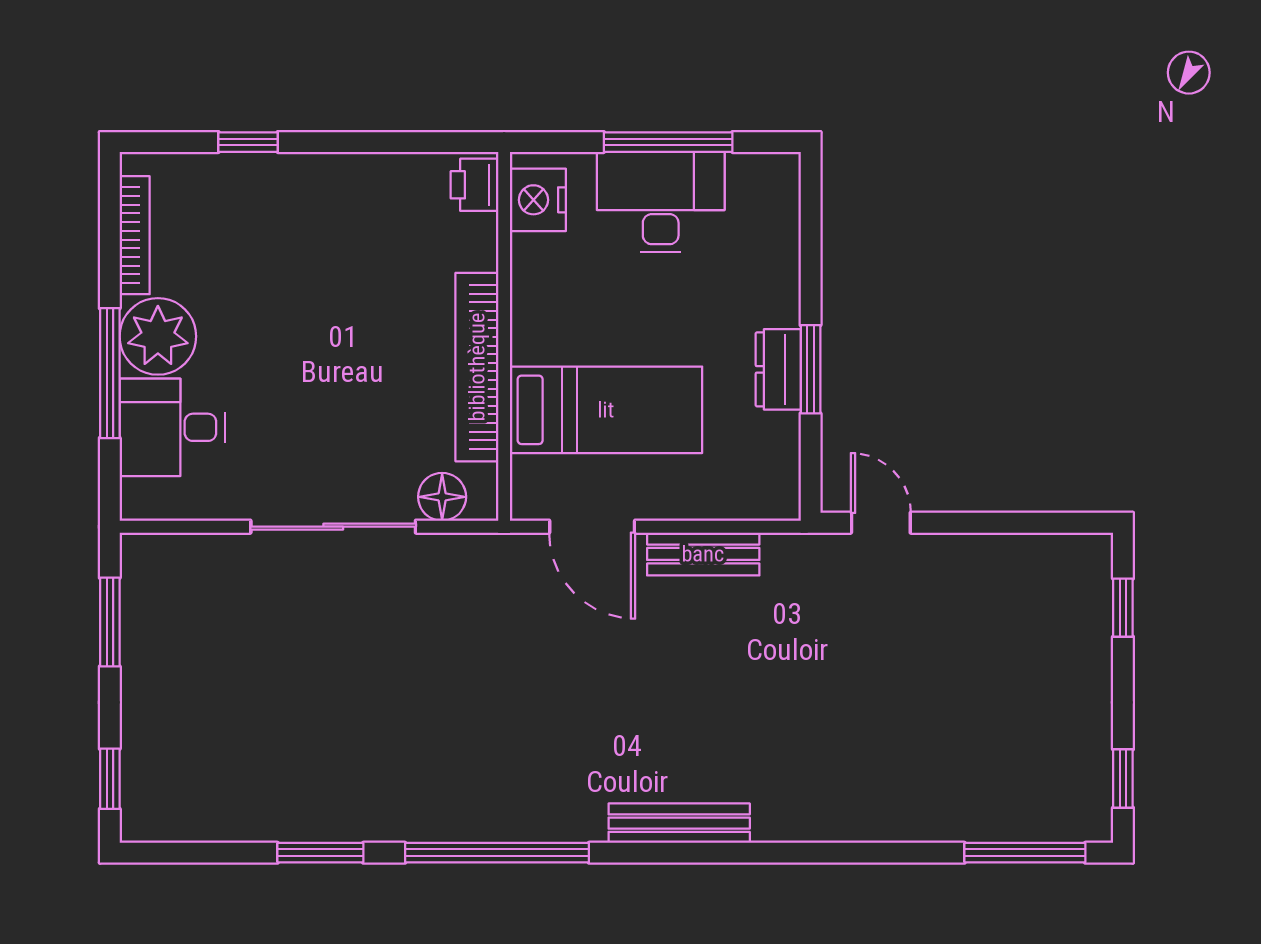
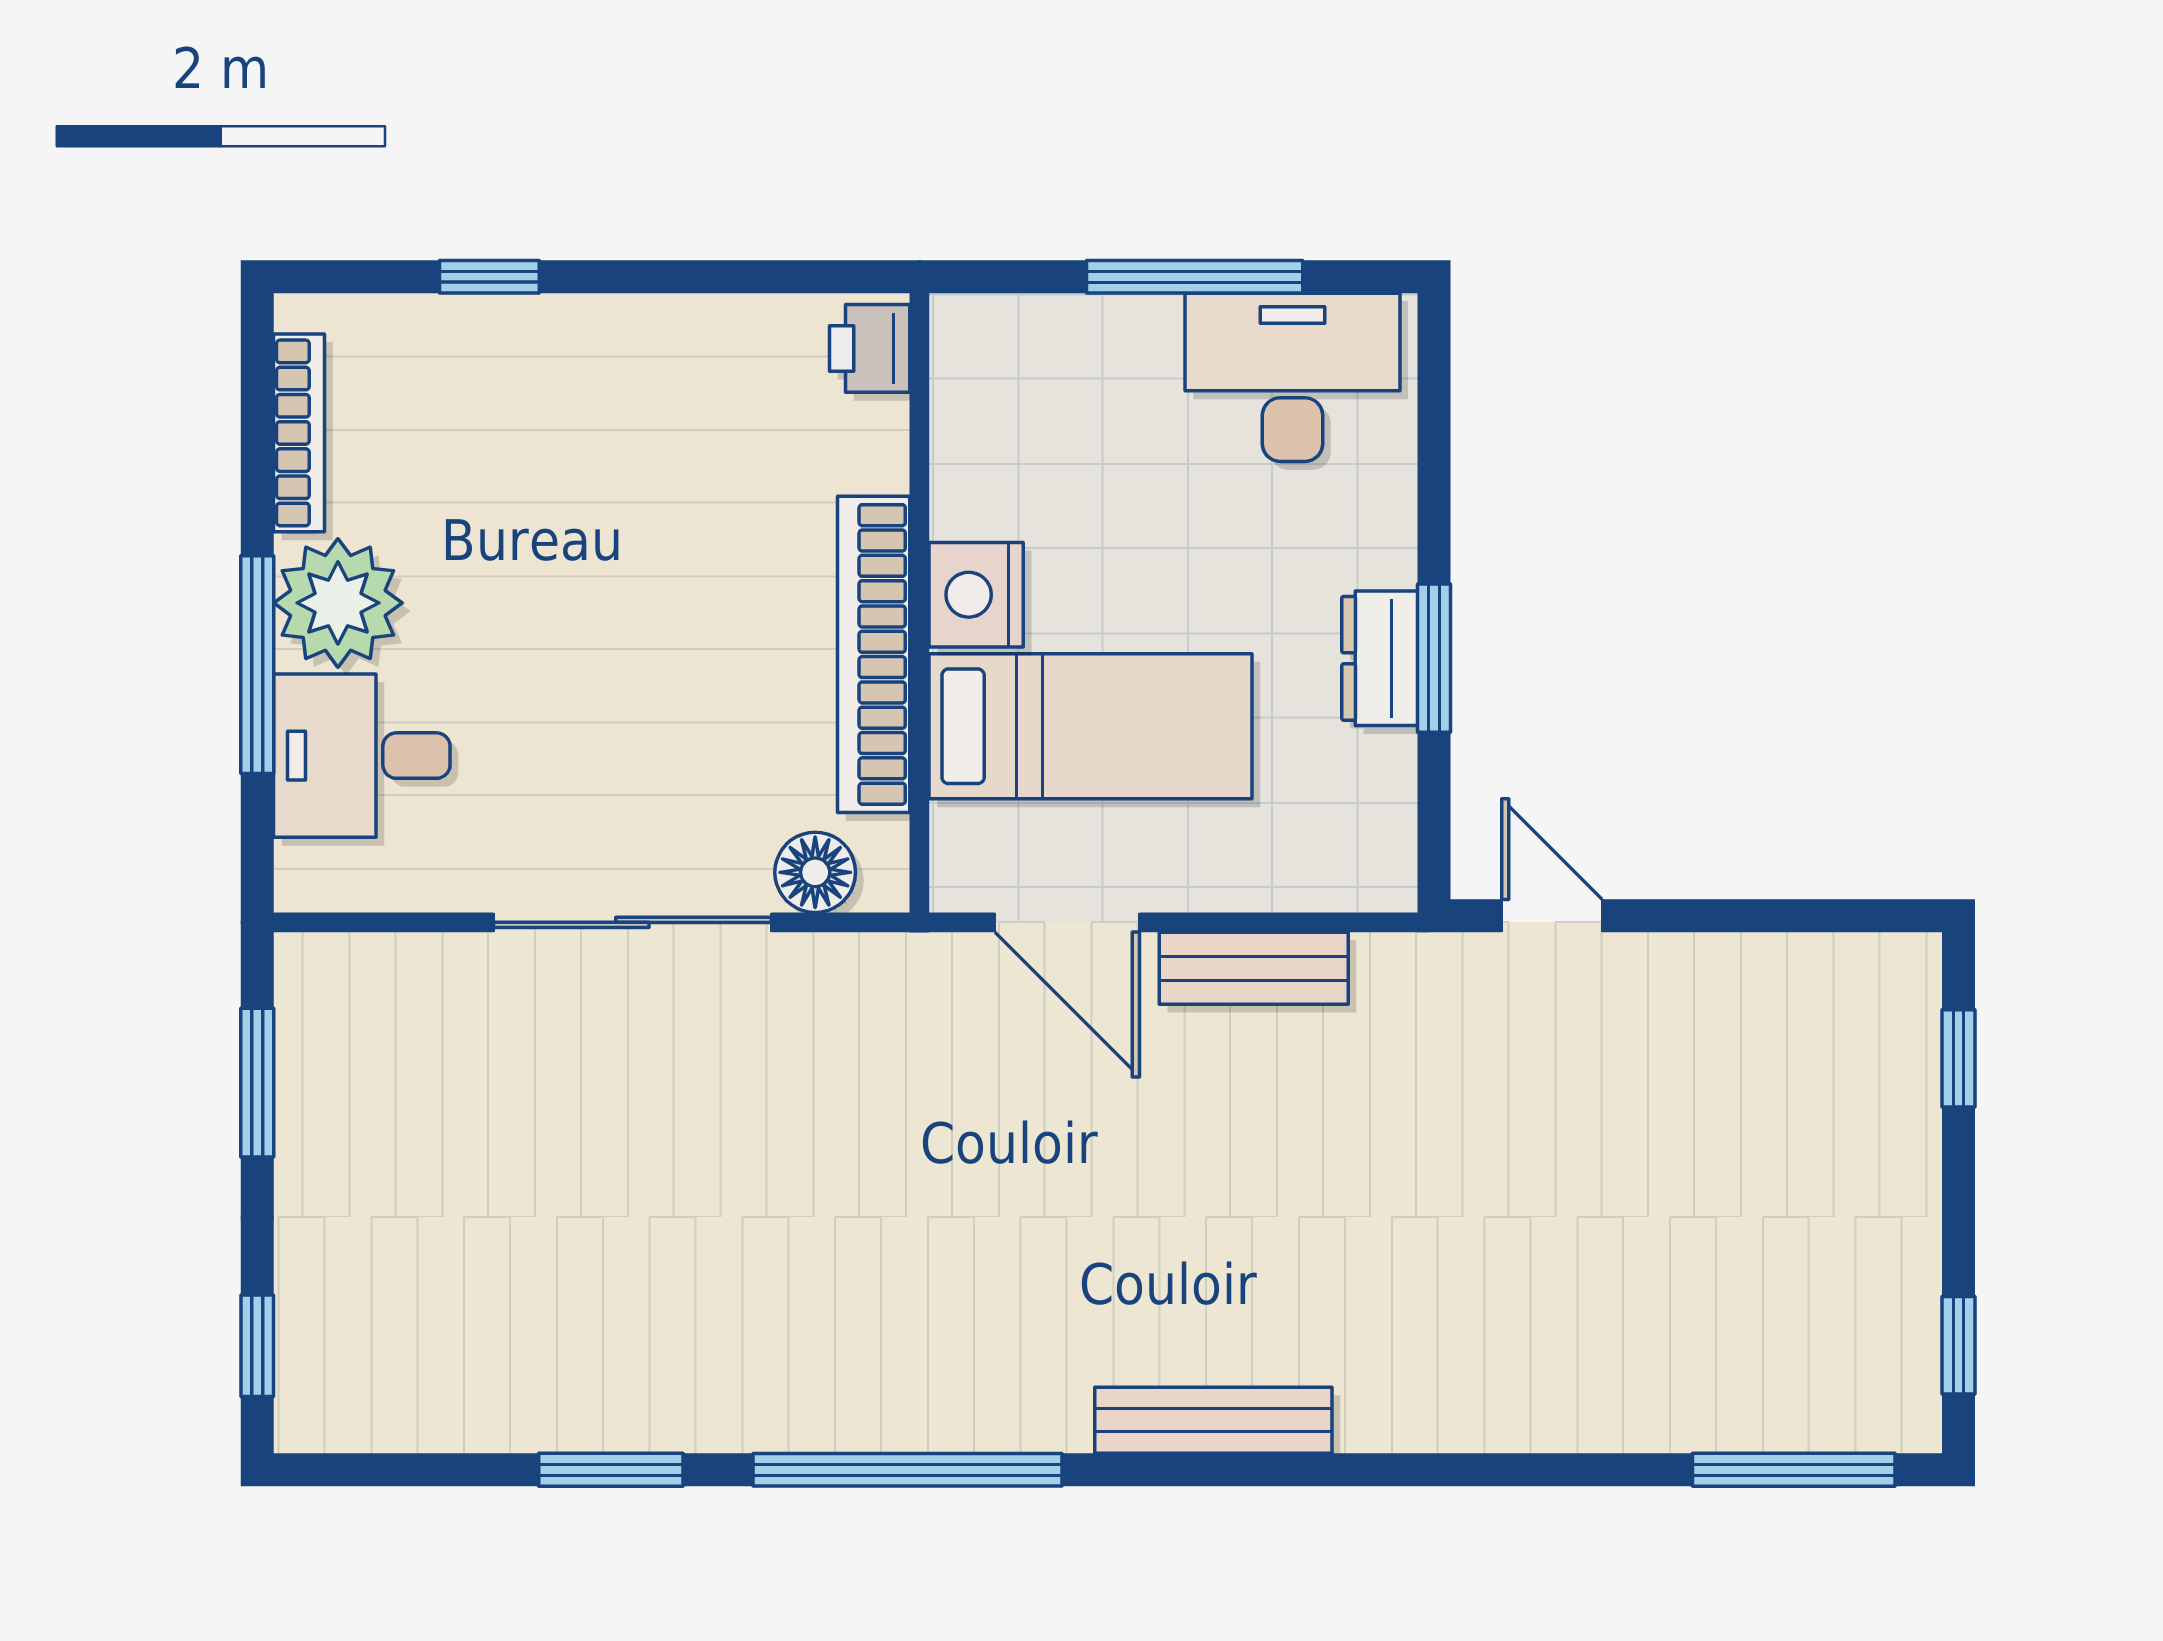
nightstand: (538, 200) -> (976, 595), moved
desk: (661, 202) -> (1293, 377), moved

